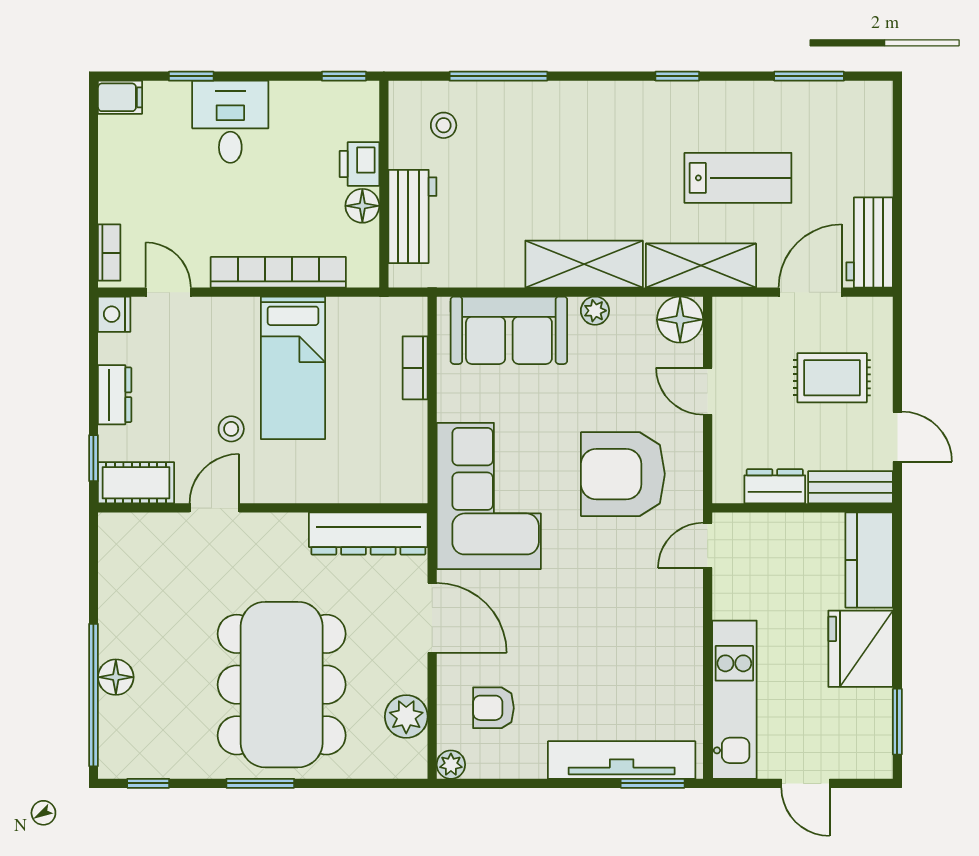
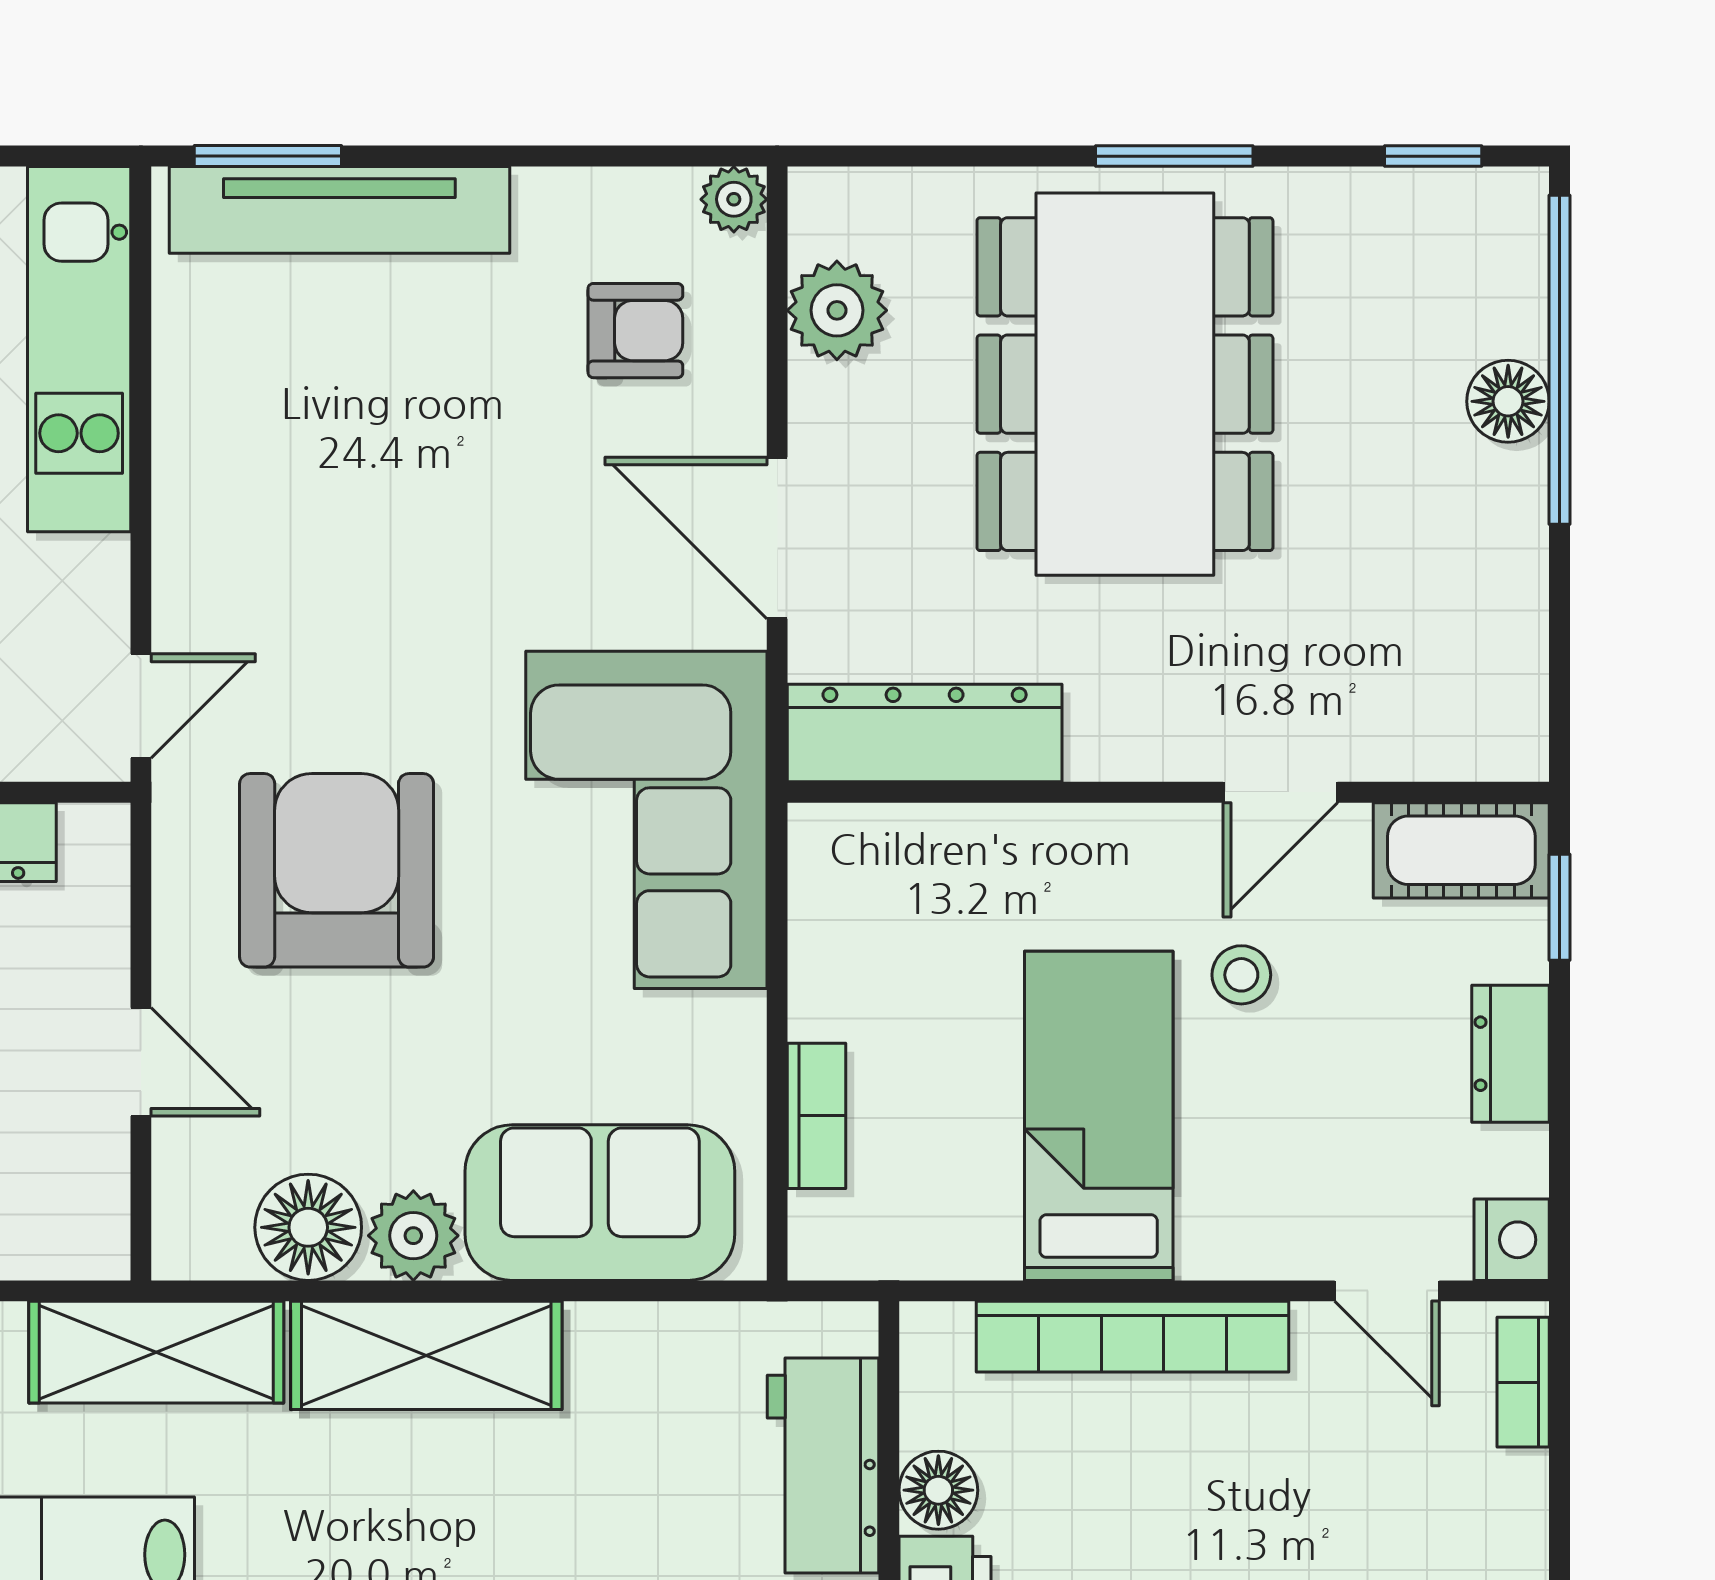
plant: (595, 311) -> (413, 1236), width x1.38, depth x1.38
floor lamp: (680, 320) -> (308, 1227), moved
armchair: (623, 474) -> (337, 870), turned -90

